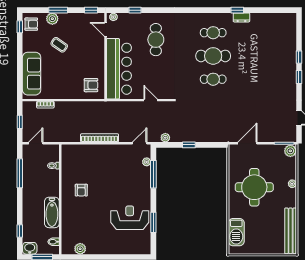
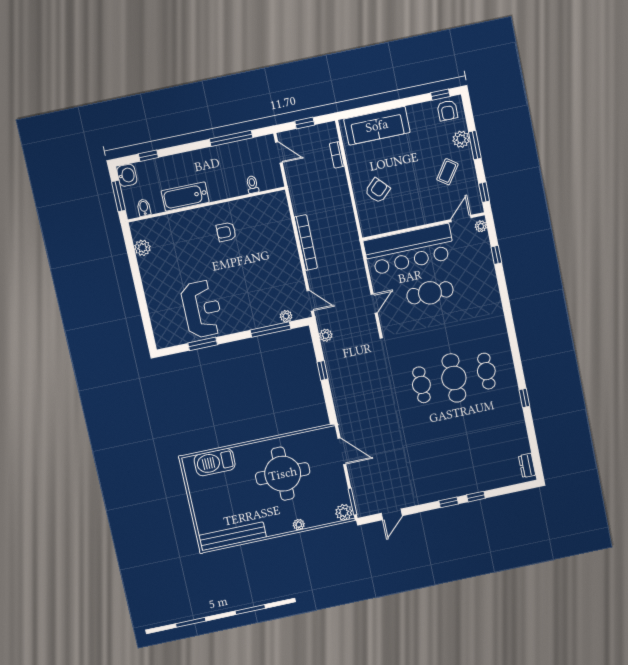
dresser: (241, 17) -> (527, 465), moved
cafe table: (156, 40) -> (430, 293), moved
coffee table: (59, 45) -> (447, 172), moved
armchair: (91, 85) -> (377, 191), moved, turned -133

